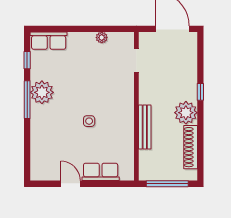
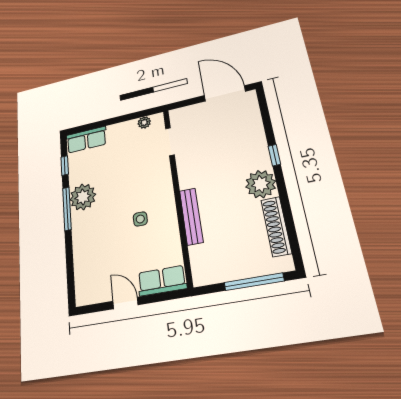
doorway: (136, 61) -> (170, 142), moved
wall: (136, 106) -> (177, 193), moved
bench: (145, 127) -> (191, 216), moved

